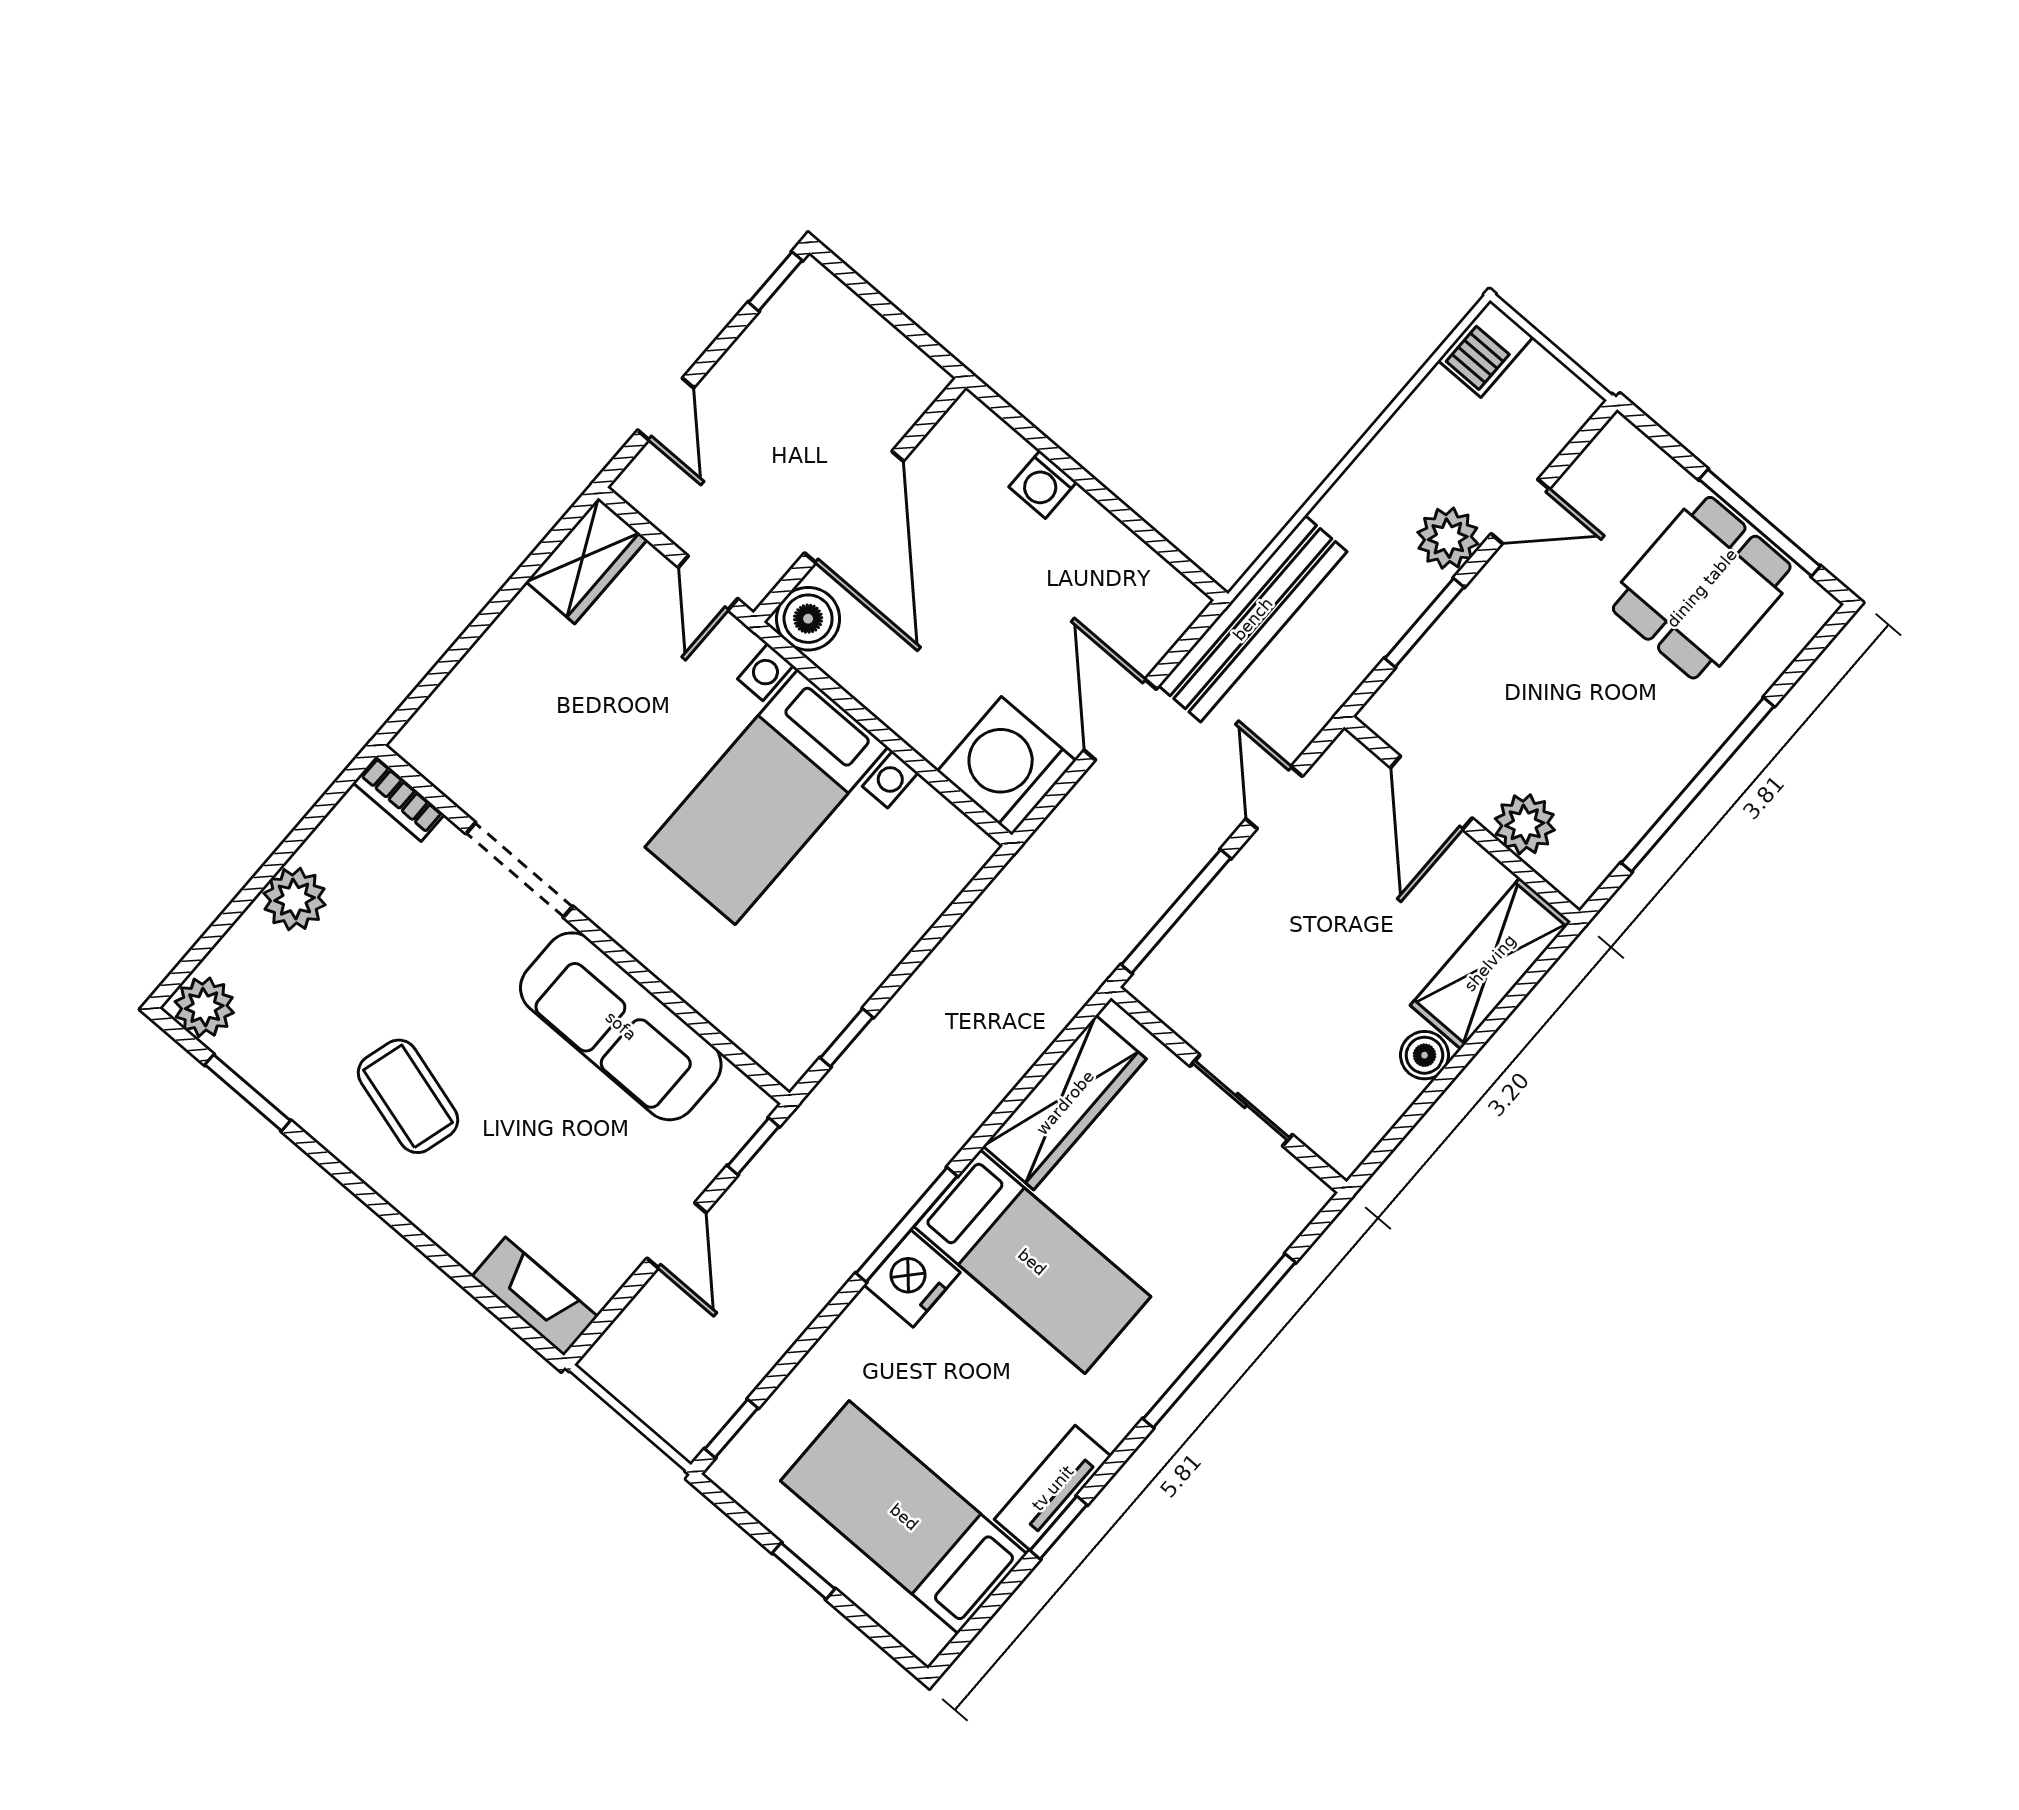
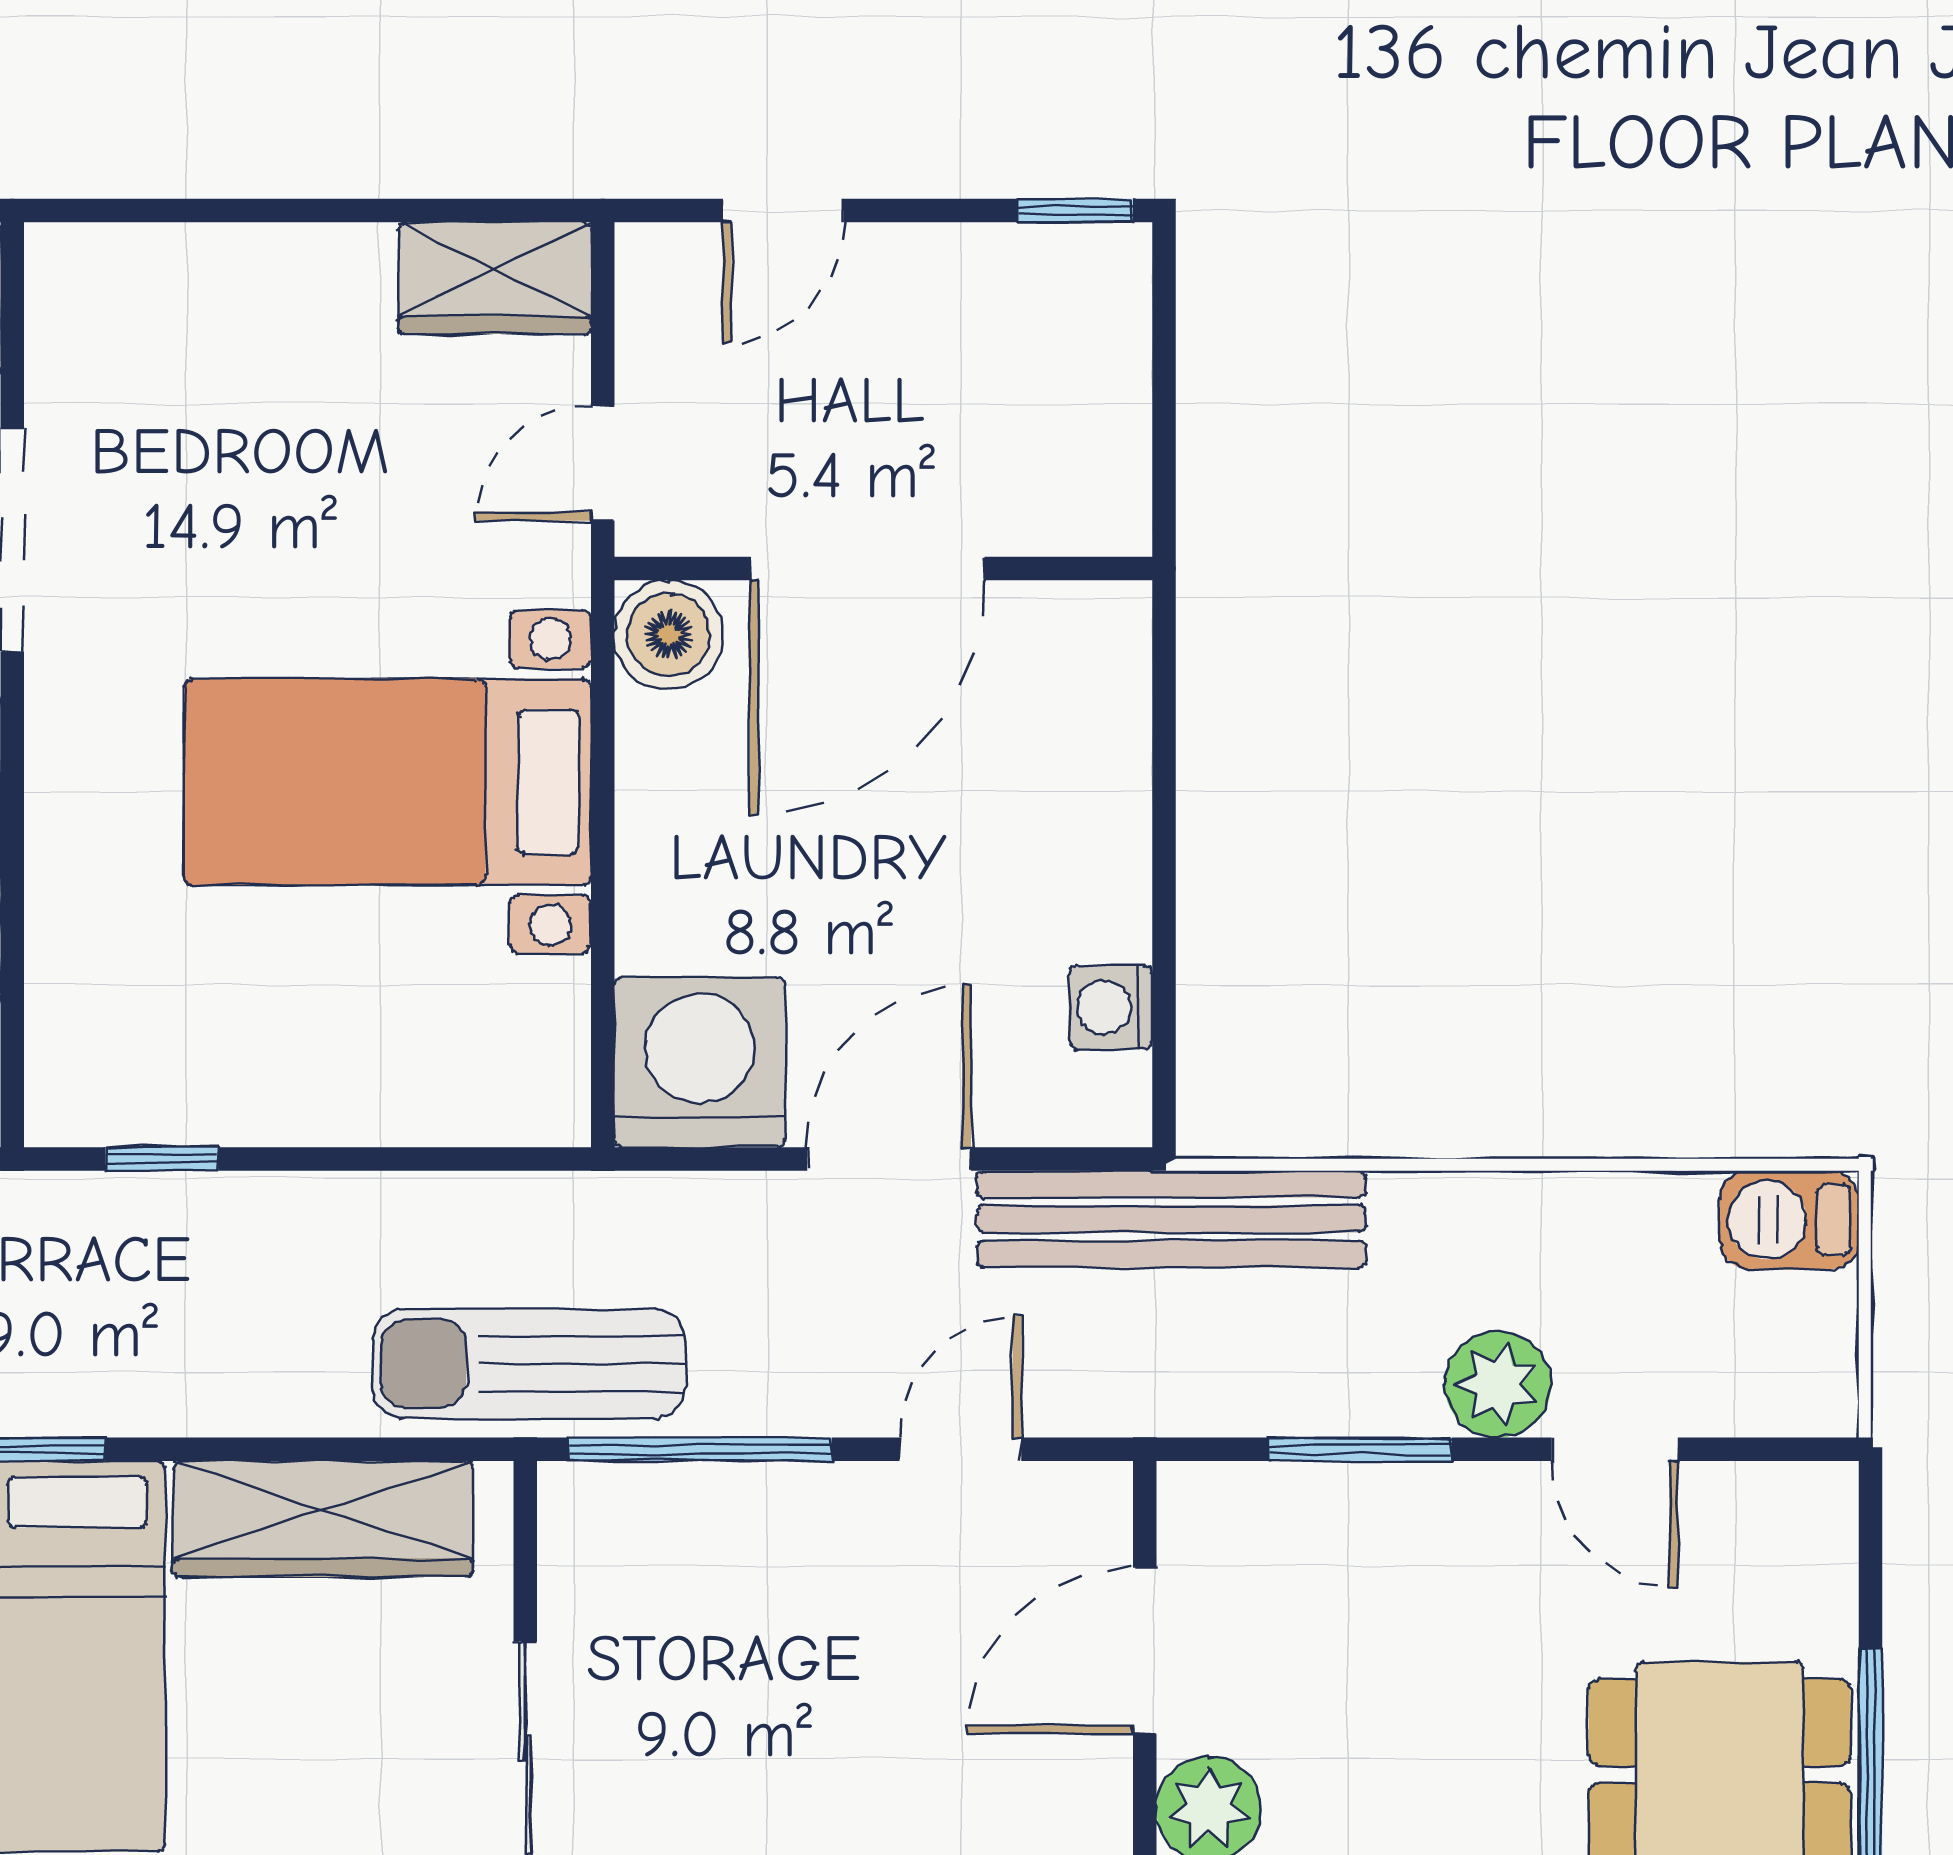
washing machine: (1043, 484) -> (1110, 1007), moved
sun lounger: (1074, 954) -> (529, 1364), added

